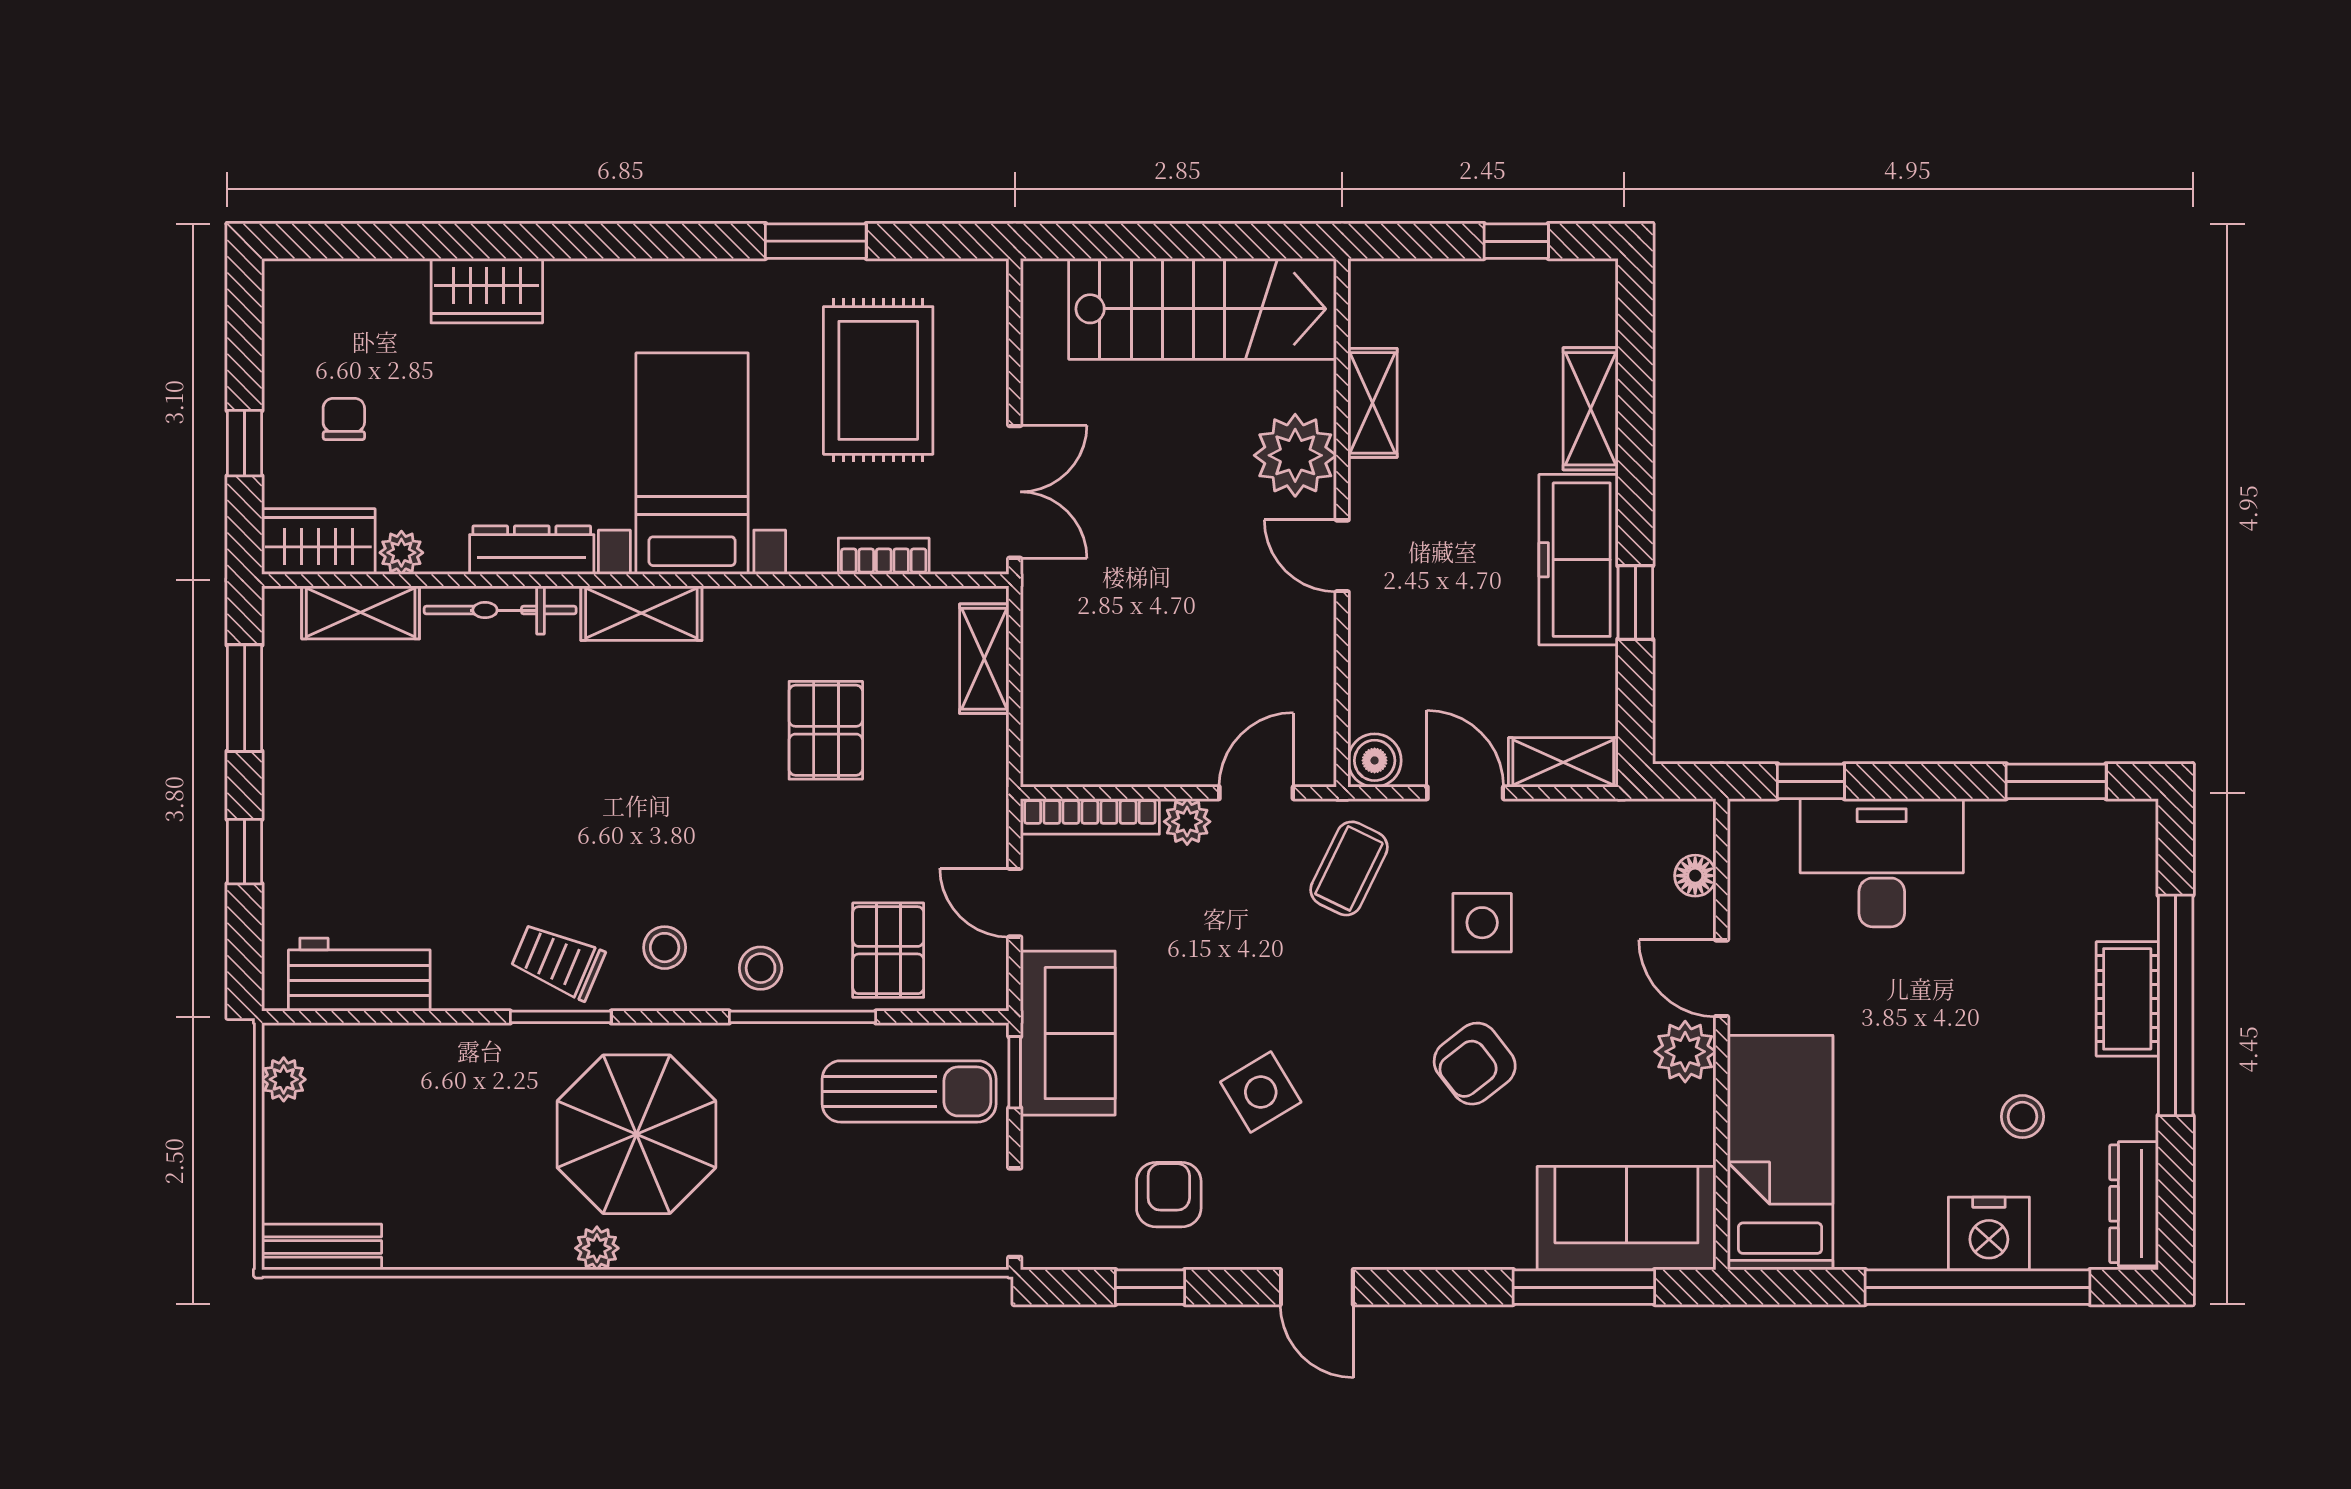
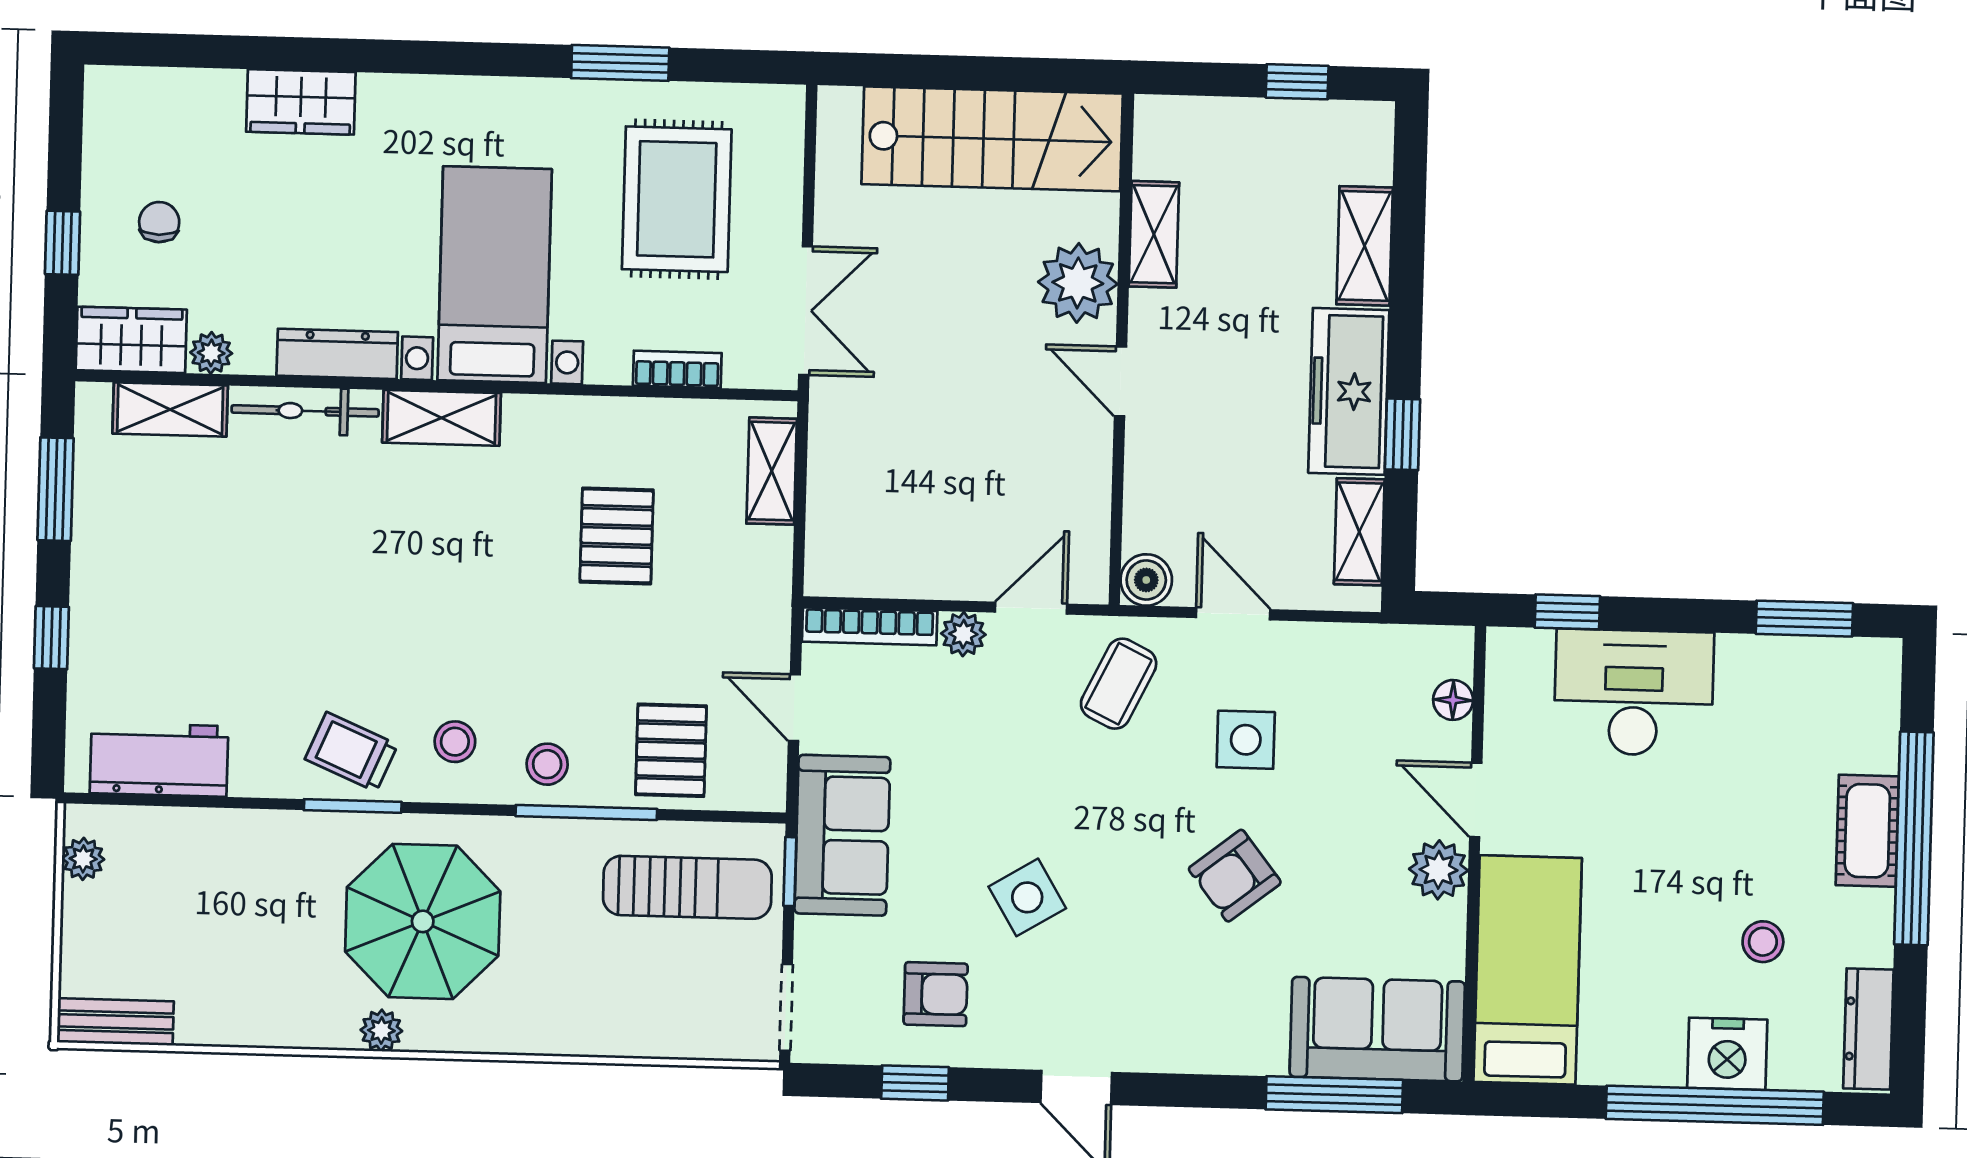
shelving: (1563, 762) -> (1359, 532), moved, turned 90
armchair: (1169, 1195) -> (936, 994), turned 90

